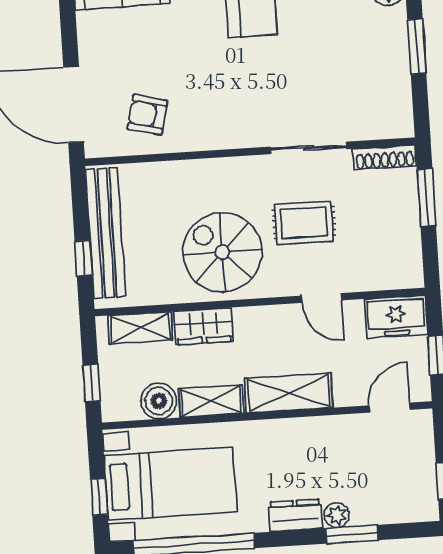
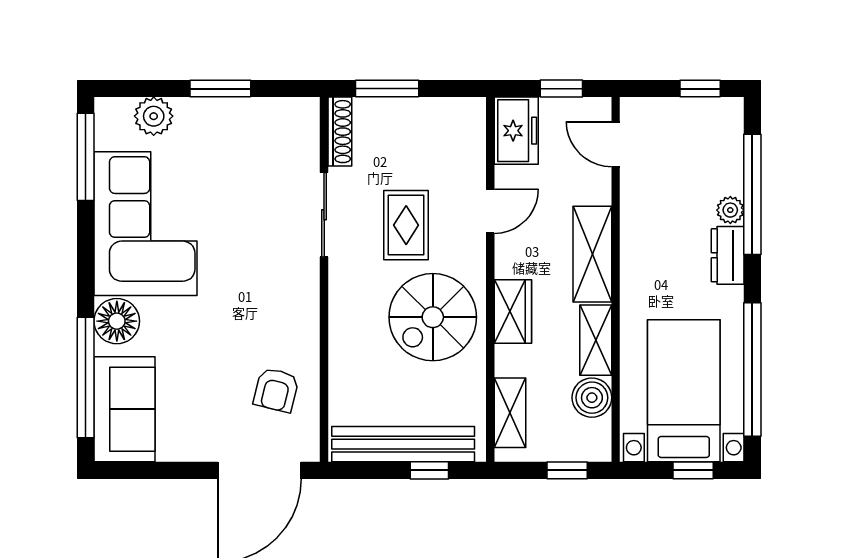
wardrobe: (203, 326) -> (513, 312), moved
window: (352, 534) -> (752, 194), width x2.11

